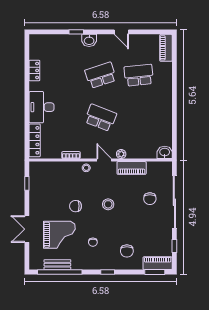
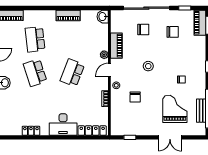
piano: (166, 113) -> (68, 15), added
chair: (75, 206) -> (135, 97), moved
chair: (127, 251) -> (173, 32), moved

